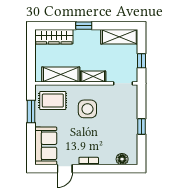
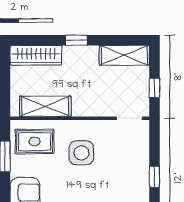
shelving: (93, 76) -> (89, 109), removed

